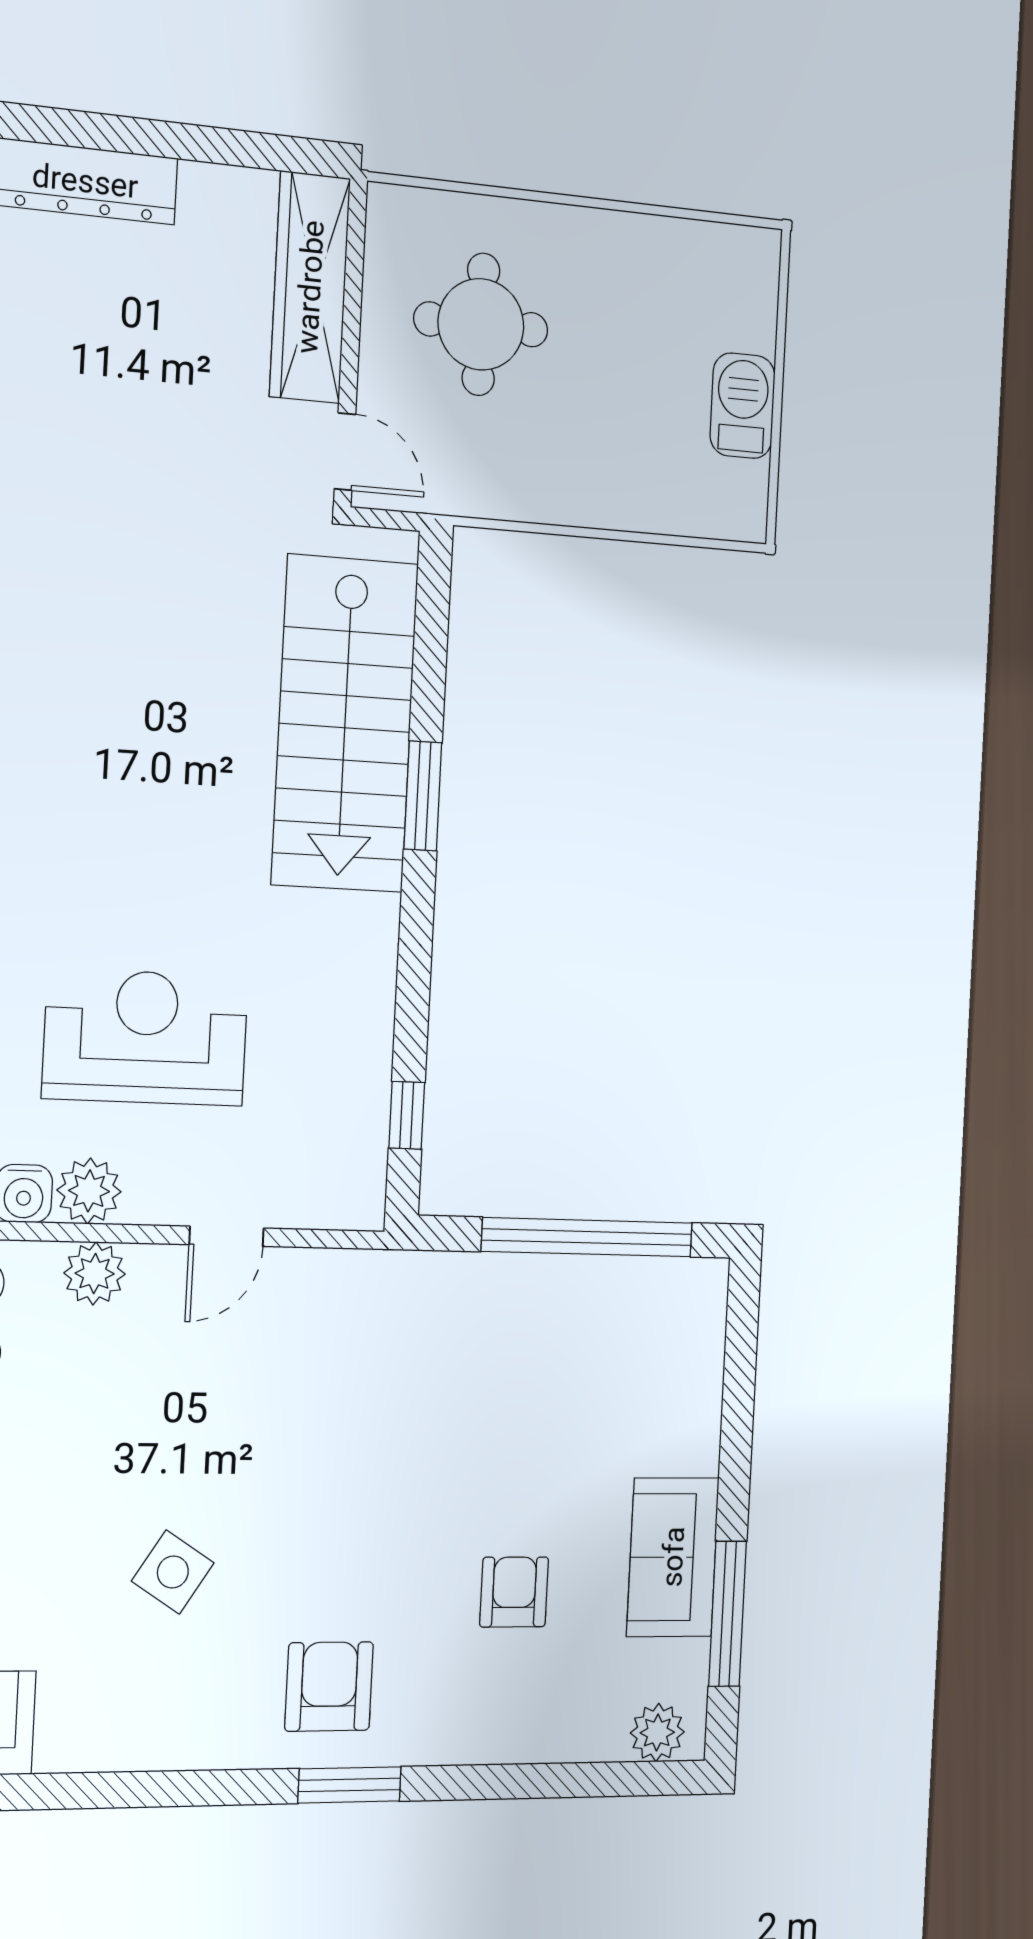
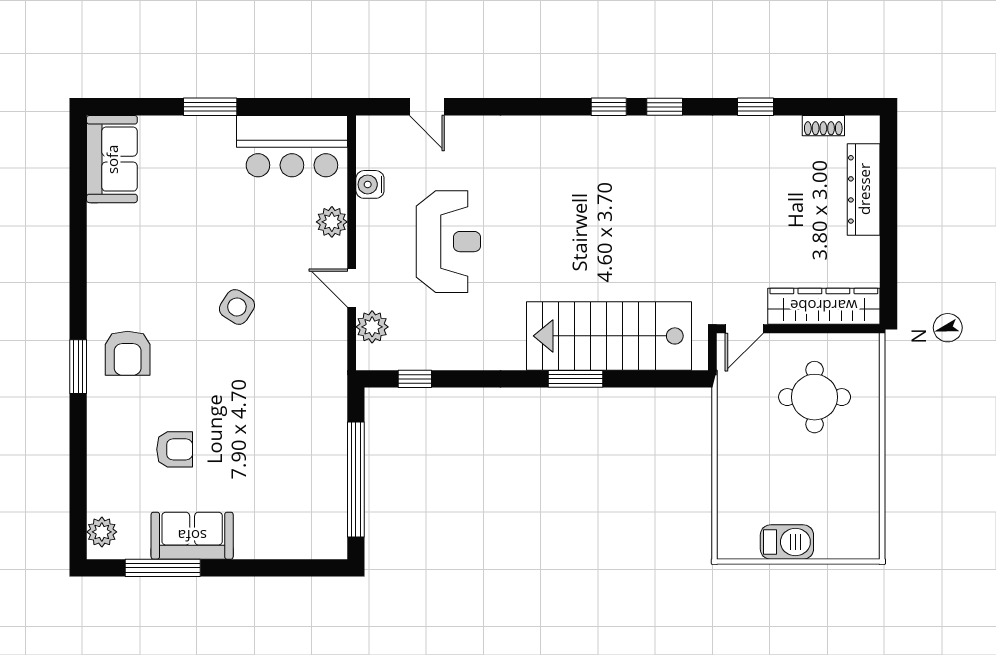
plant: (89, 1191) -> (372, 327), moved
side table: (173, 1572) -> (237, 307), moved
armchair: (329, 1687) -> (128, 353), turned 90

